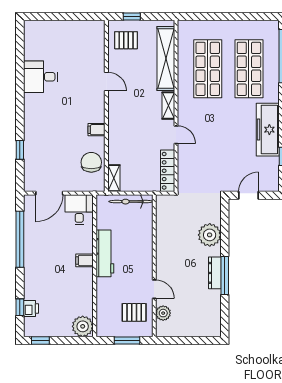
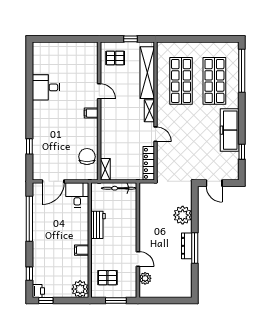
window: (132, 17) -> (130, 39), moved
filing cabinet: (97, 130) -> (91, 113), moved
door: (249, 195) -> (214, 183), swing flipped
workbench: (105, 253) -> (98, 225), width x0.73
filing cabinet: (85, 260) -> (82, 250), moved
printer: (31, 309) -> (38, 291), moved
pallet: (134, 312) -> (107, 278), moved

